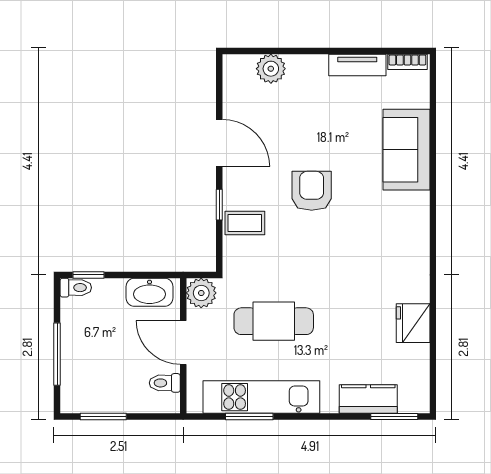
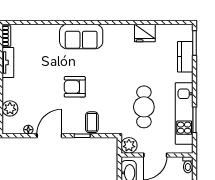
floor lamp: (231, 103) -> (28, 130), added
sofa: (406, 150) -> (81, 37), moved
toilet: (165, 383) -> (188, 165), moved

